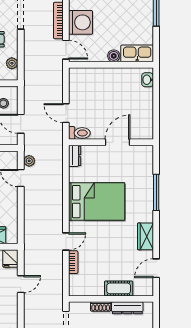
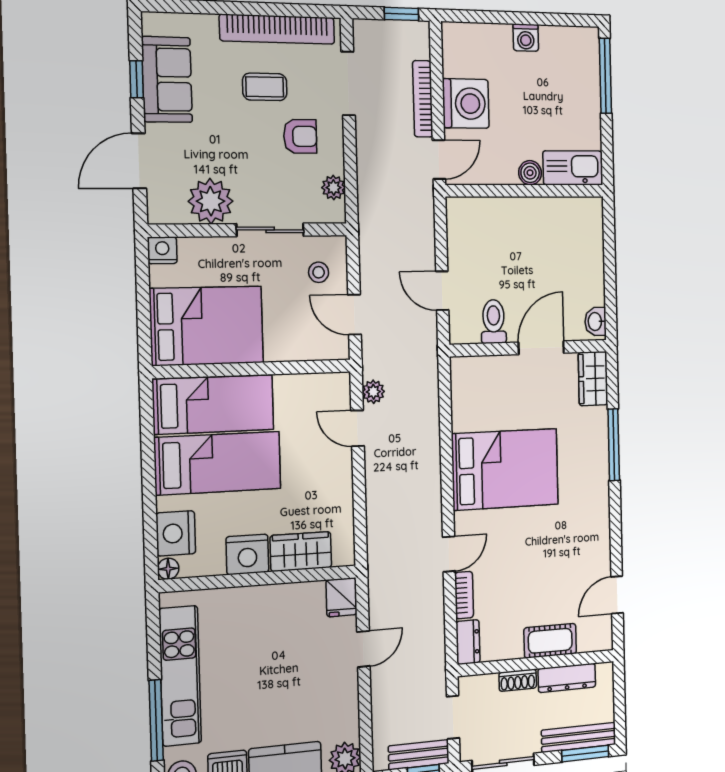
door: (66, 50) -> (439, 159), hinge flipped
washbasin: (148, 80) -> (595, 322), moved
toilet: (79, 133) -> (494, 322), moved, turned -90
dresser: (75, 156) -> (468, 642), moved
wardrobe: (145, 236) -> (593, 379), moved

